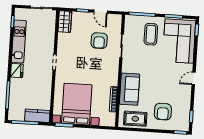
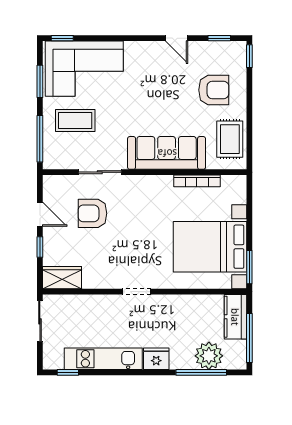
door: (101, 12) -> (40, 214), hinge flipped
armchair: (99, 41) -> (93, 213), turned 180
door: (194, 78) -> (177, 38), moved
sofa: (129, 89) -> (167, 153), width x1.36
plant: (17, 100) -> (209, 356), added

